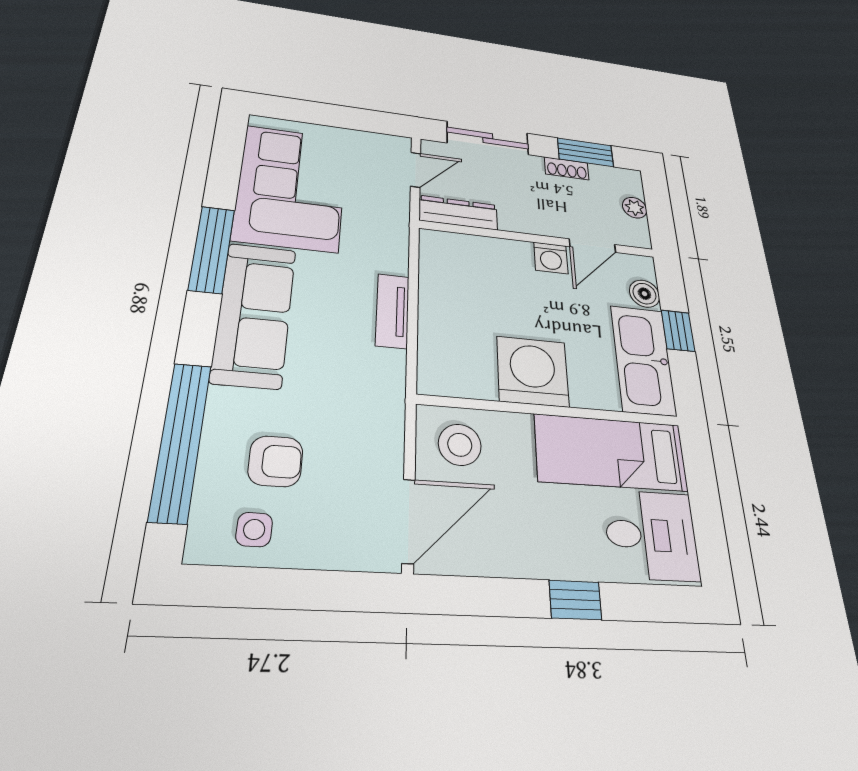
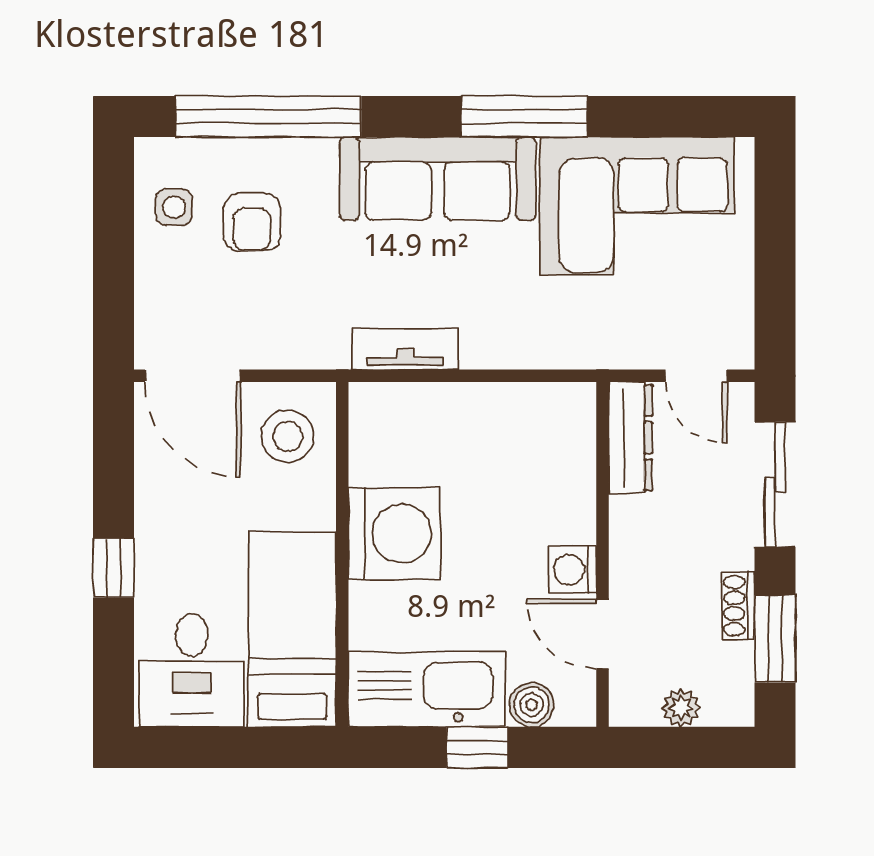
tv unit: (392, 311) -> (405, 349), moved

